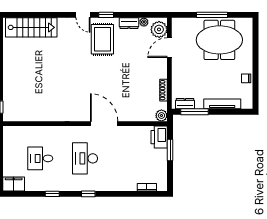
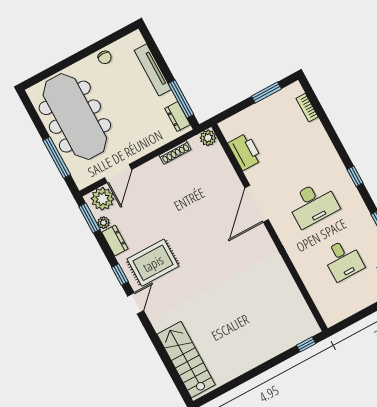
window: (151, 15) -> (89, 218), added
window: (212, 15) -> (57, 157), moved
meeting table: (219, 40) -> (75, 117), width x1.36
door: (169, 48) -> (118, 174), hinge flipped
printer: (159, 137) -> (245, 152), moved, turned -90
window: (170, 150) -> (266, 92), moved

